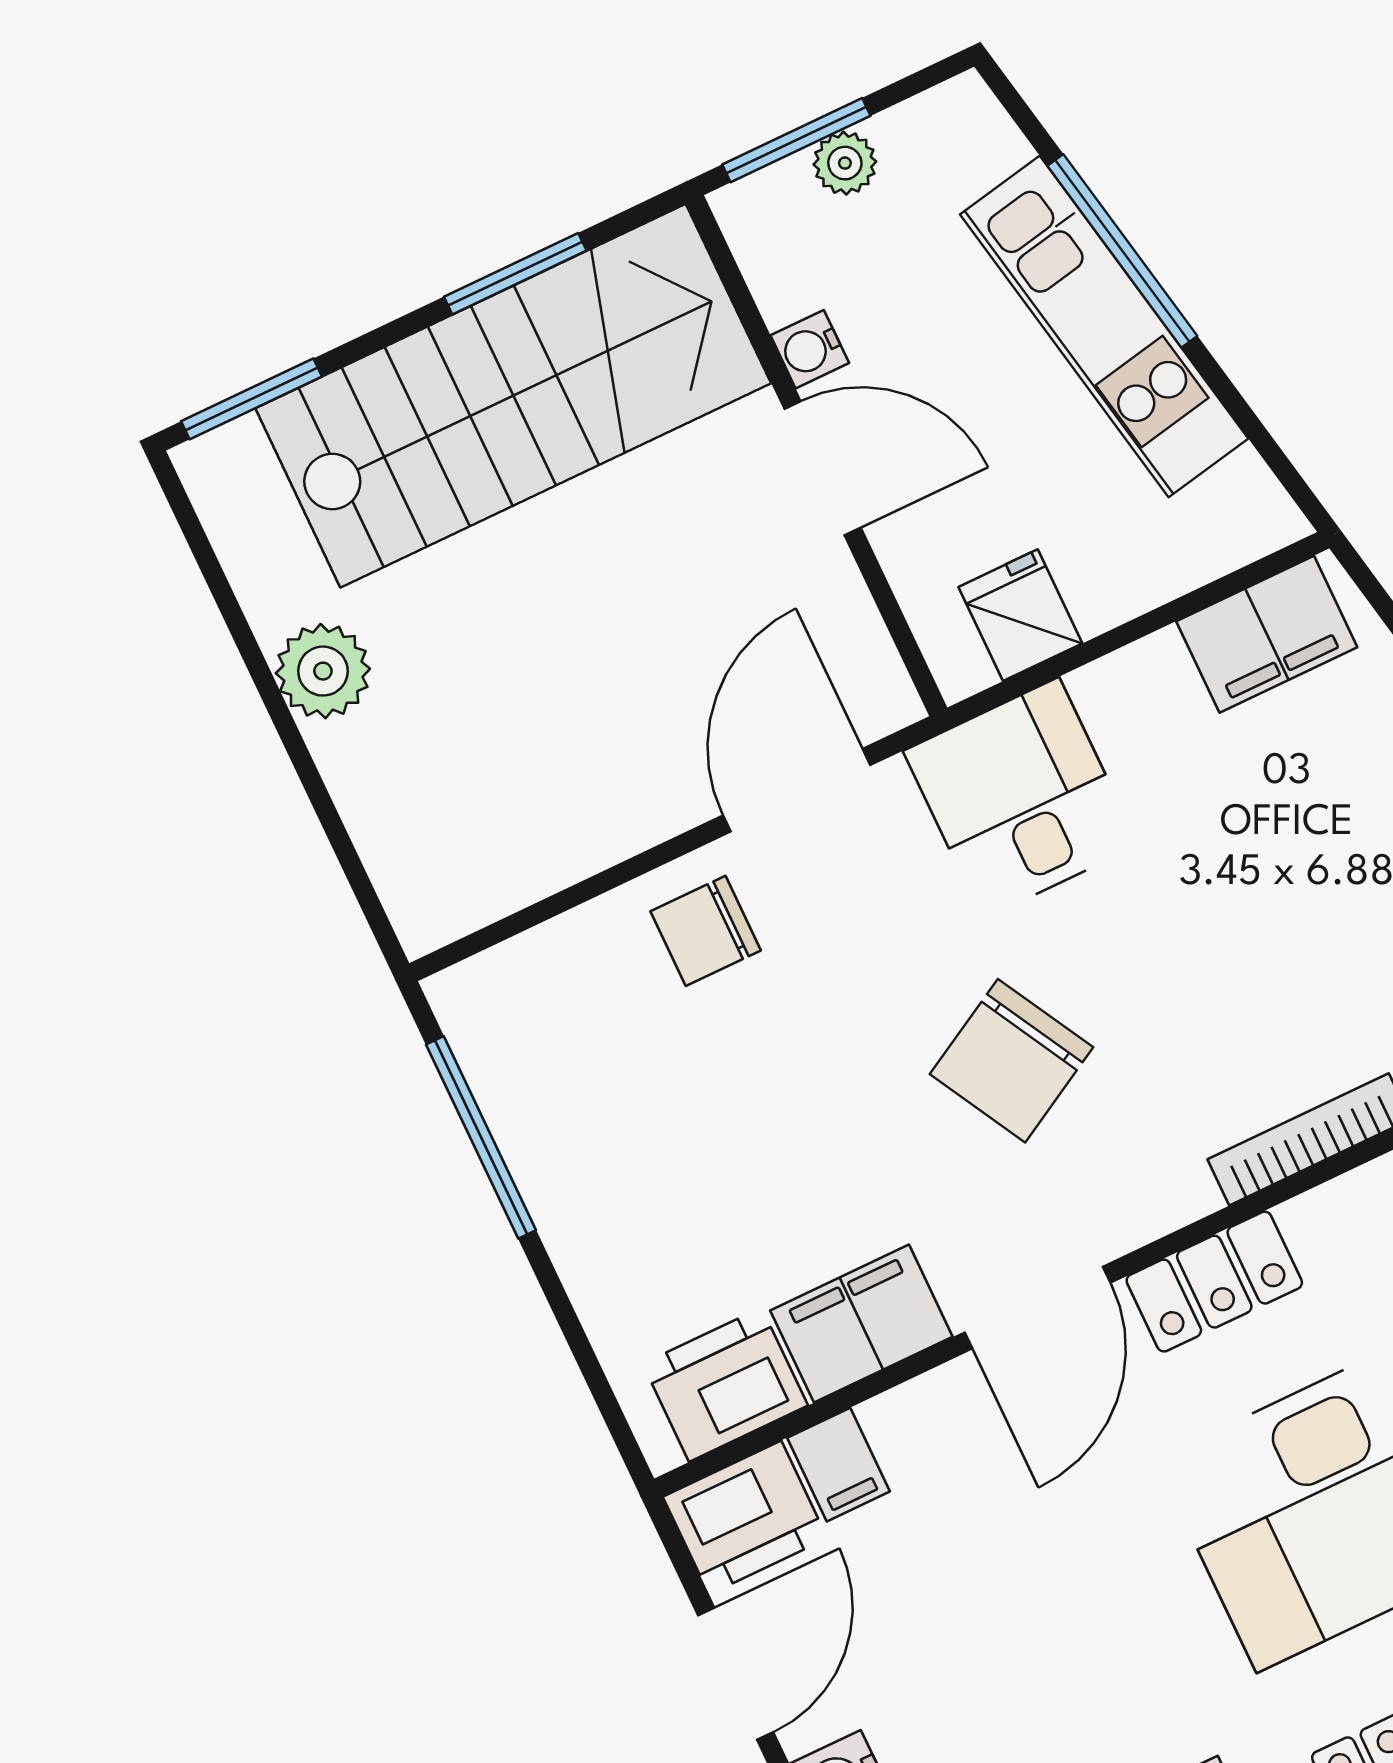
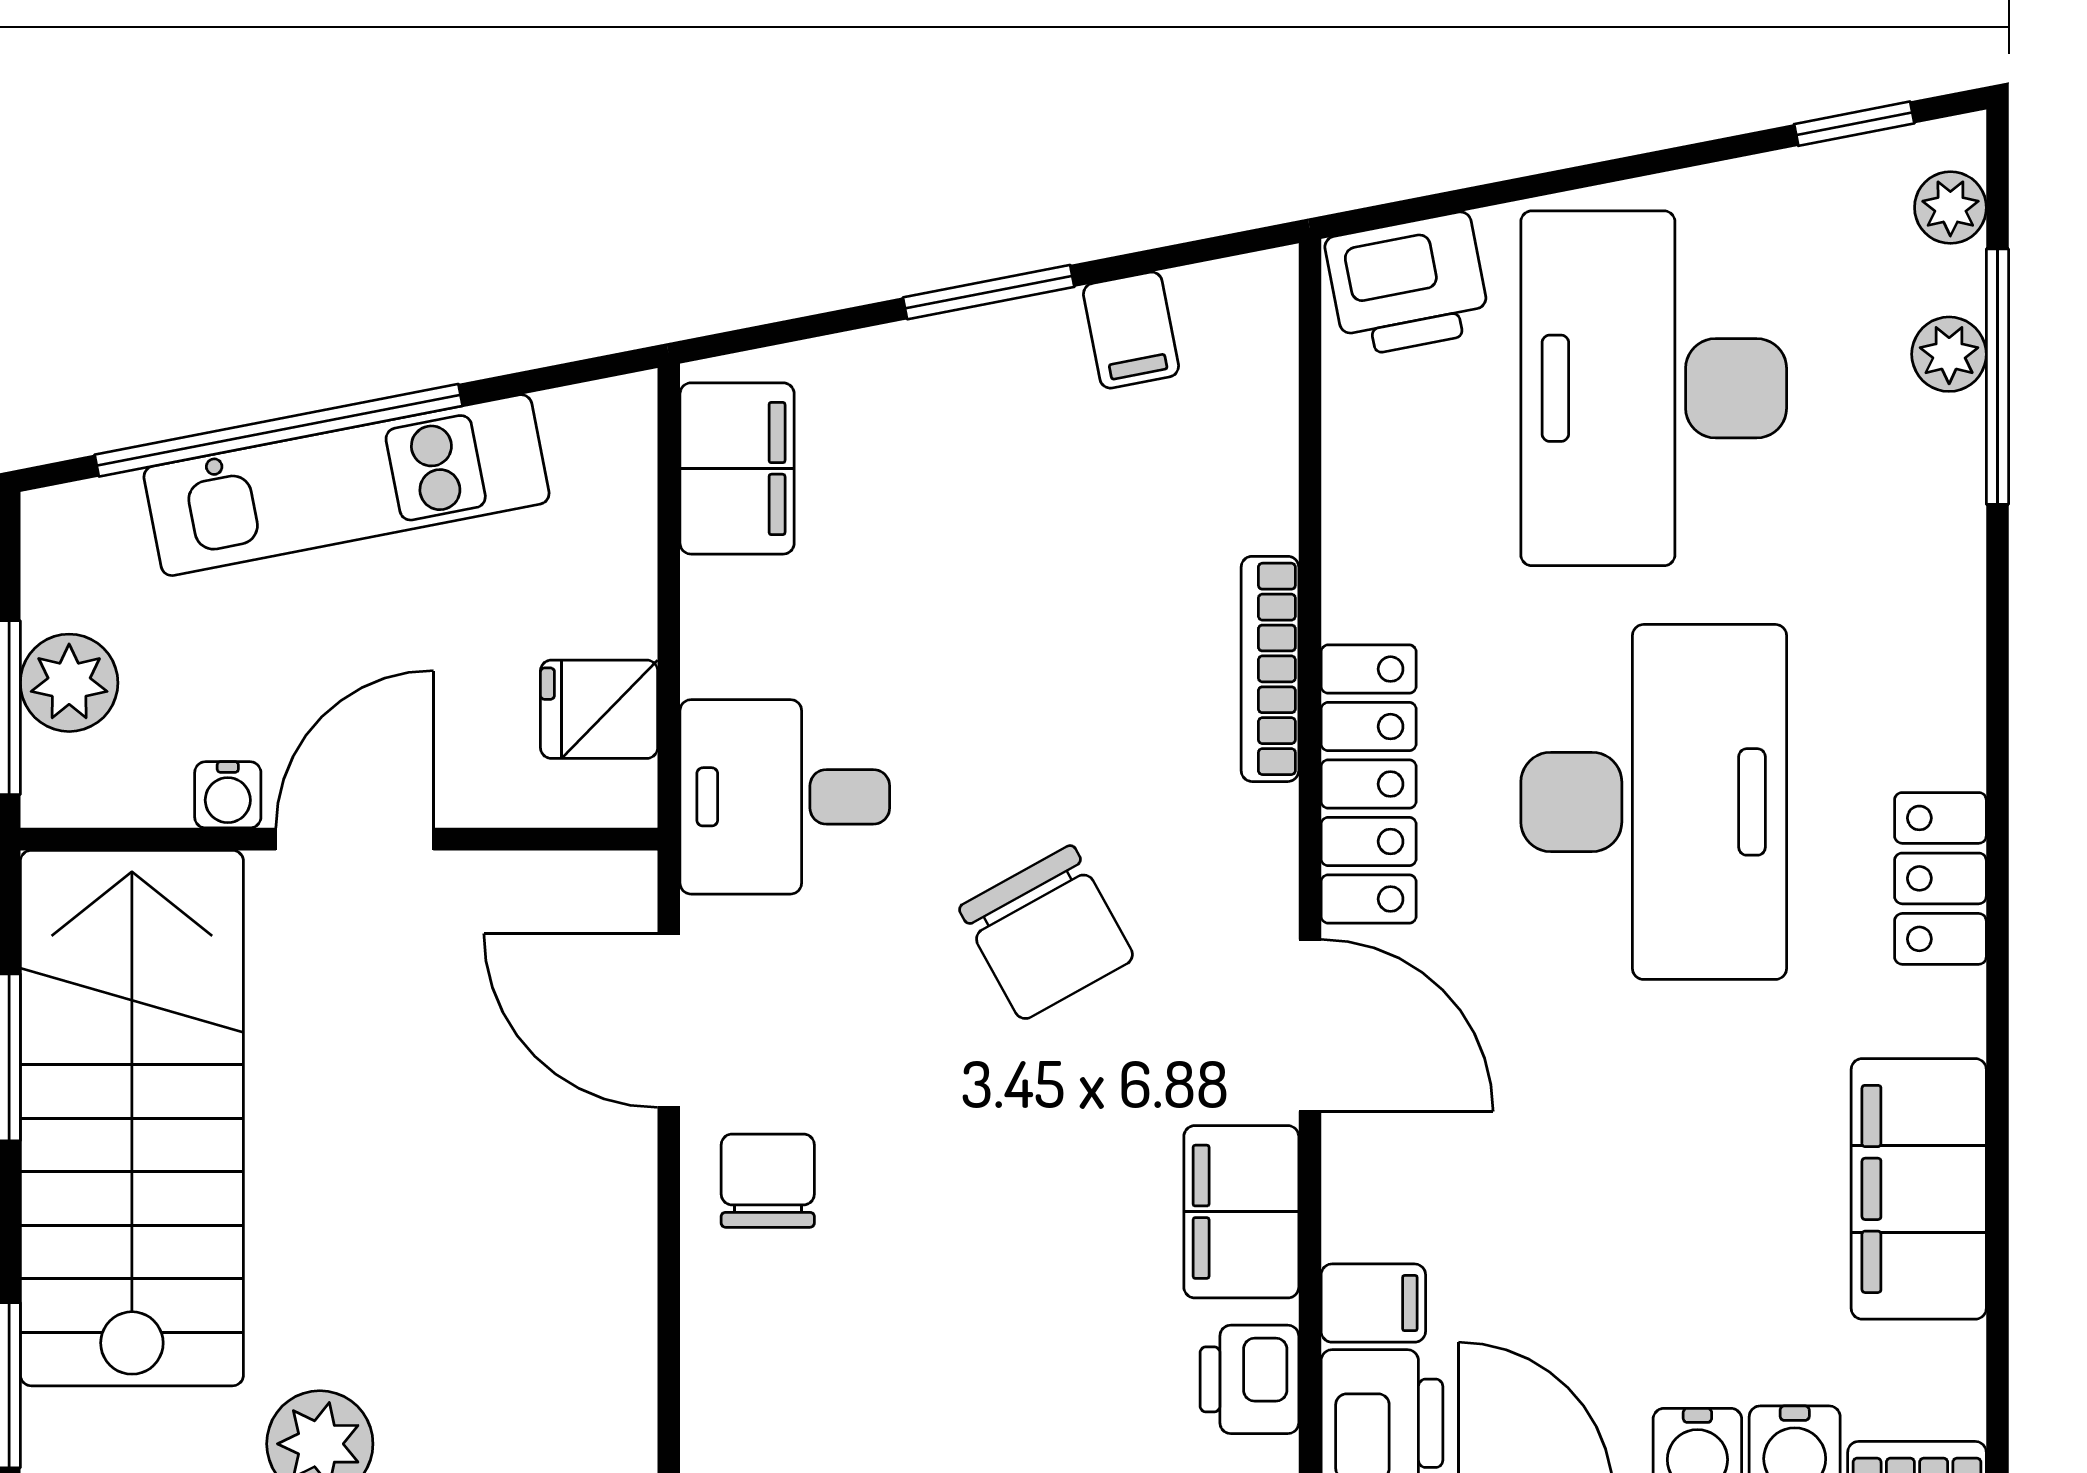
plant: (845, 163) -> (69, 683), width x1.38, depth x1.38
window: (1122, 251) -> (279, 430), width x1.46
chair: (706, 931) -> (768, 1181), turned 180
locker: (1214, 1282) -> (1369, 784), width x1.53
printer: (725, 1385) -> (1249, 1379), width x0.73, depth x0.81

